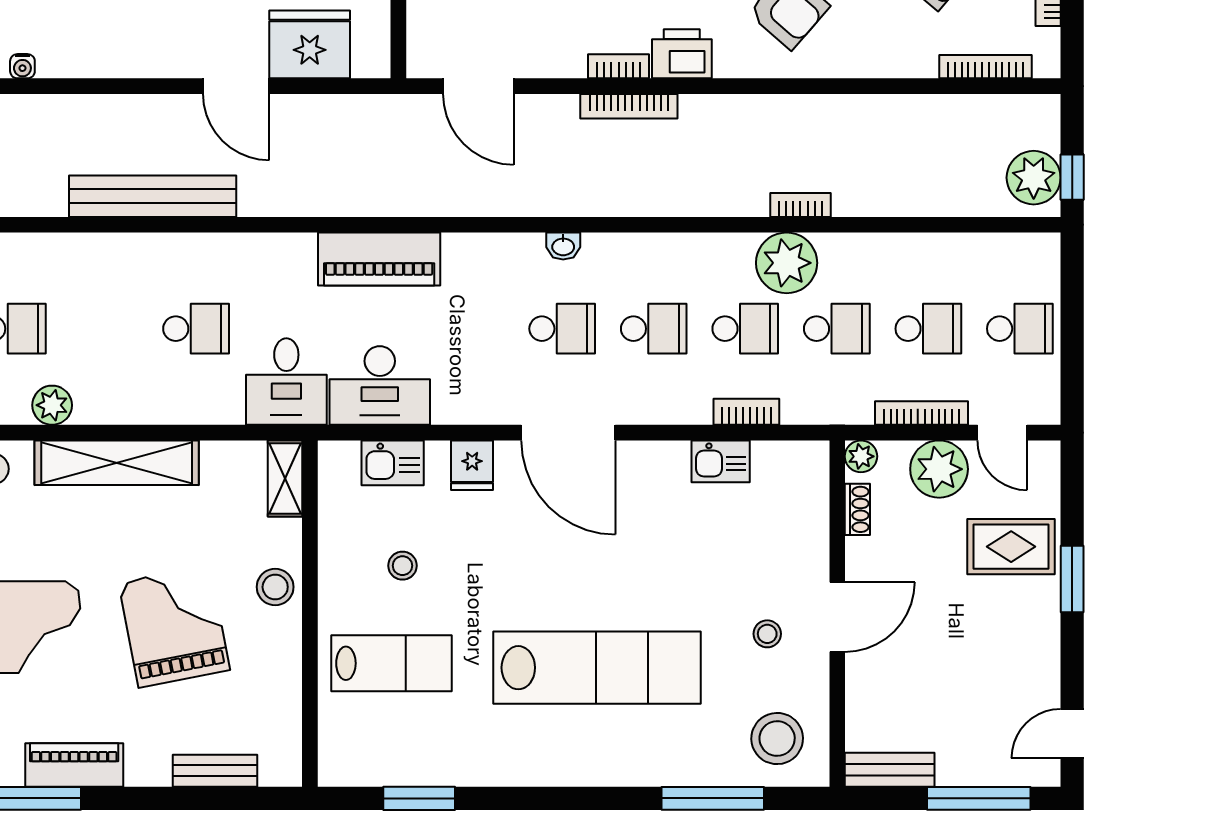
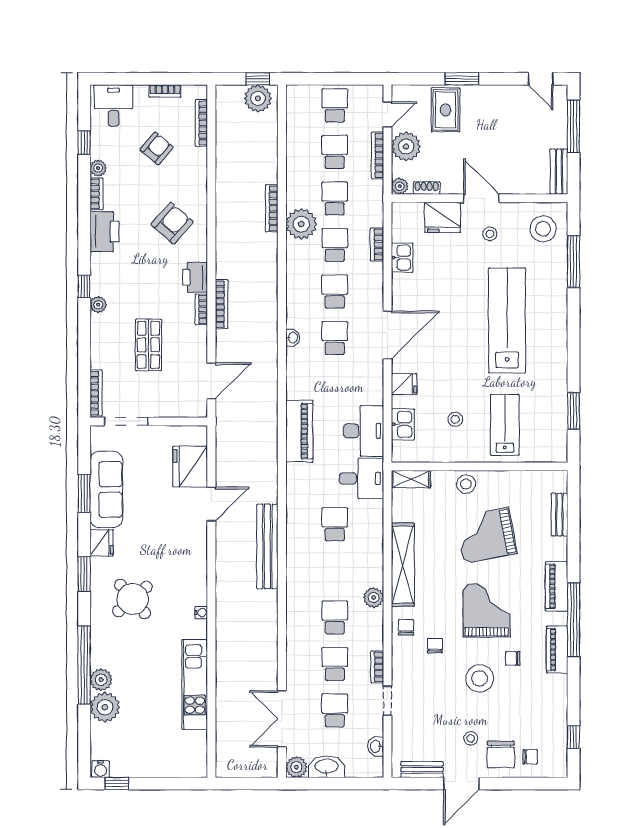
bookcase: (800, 205) -> (272, 208), width x1.56
fridge: (800, 541) -> (443, 217), added

